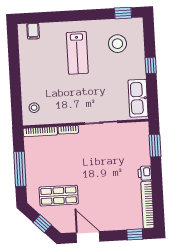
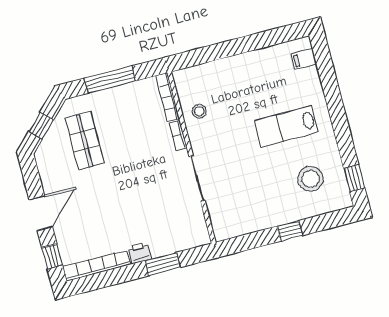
kitchen sink: (138, 98) -> (241, 223), removed
stool: (34, 108) -> (199, 111), moved
window: (155, 146) -> (163, 264), moved
door: (88, 237) -> (41, 213), moved

